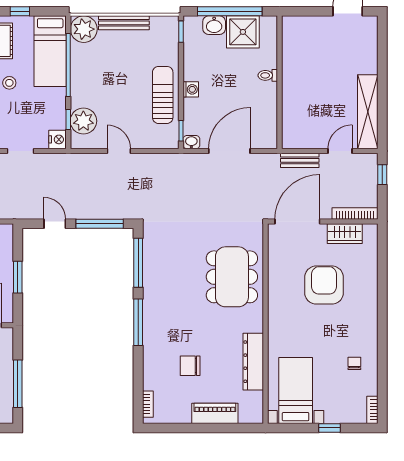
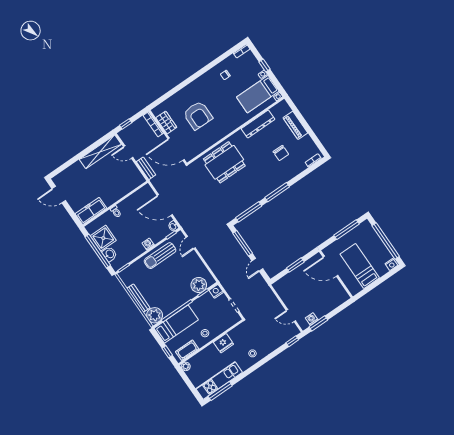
freezer: (293, 41) -> (91, 211), added
door: (119, 151) -> (191, 243), moved
armchair: (324, 285) -> (198, 115), turned -90

